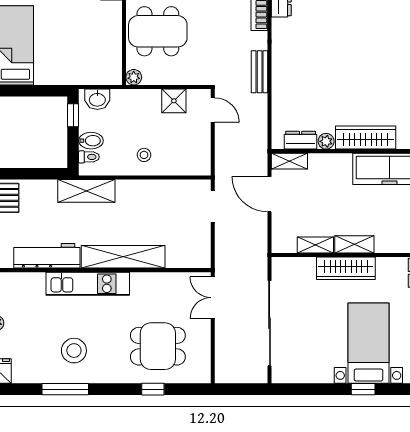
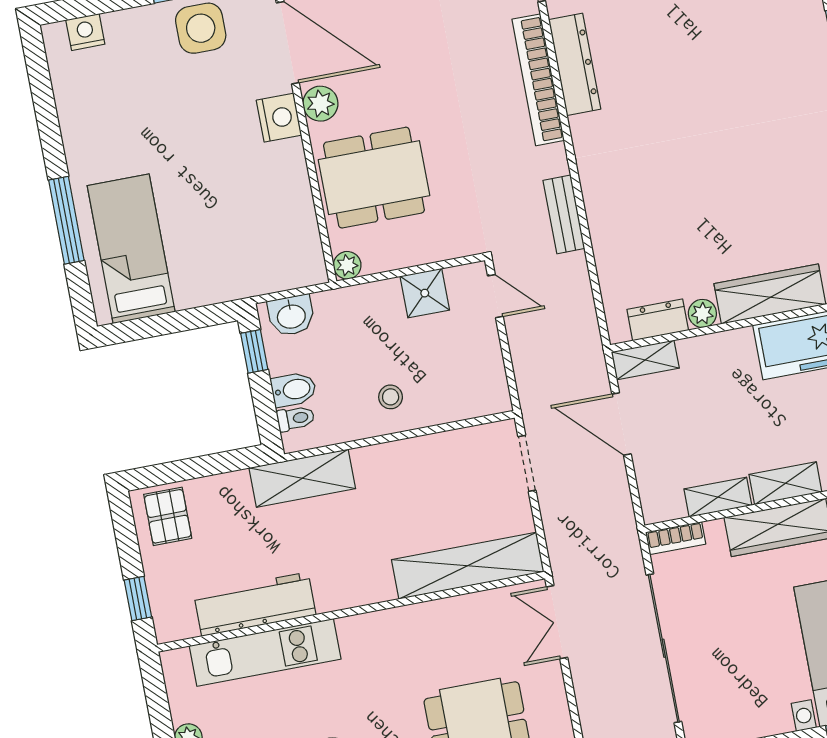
shelving: (123, 257) -> (468, 566), moved
bookcase: (288, 263) -> (676, 538), added
kitchen unit: (88, 284) -> (265, 652), moved

